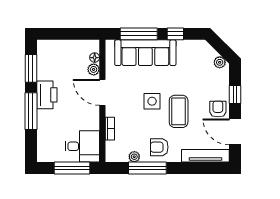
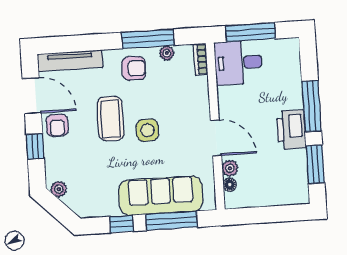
bookcase: (110, 129) -> (201, 59), moved

